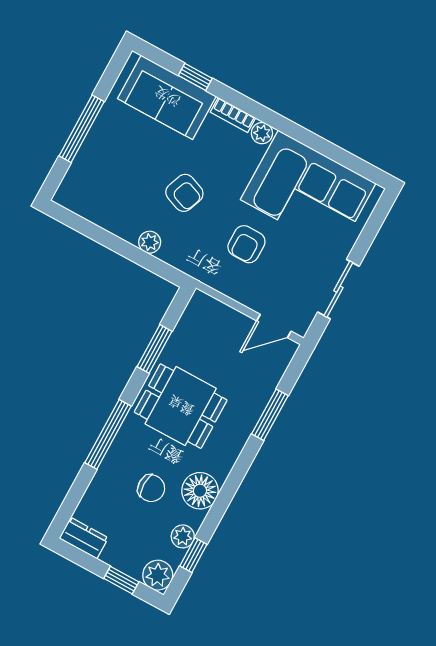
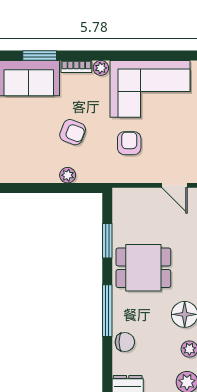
window: (195, 77) -> (40, 55), width x1.50
armchair: (246, 244) -> (129, 143), turned 180
door: (274, 326) -> (175, 185), hinge flipped
chair: (151, 488) -> (125, 342), moved

